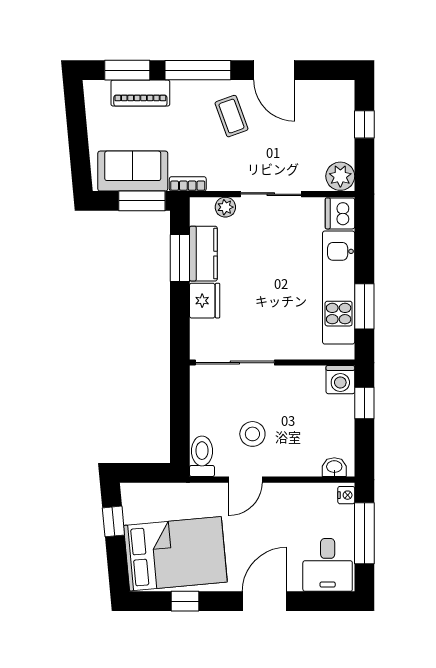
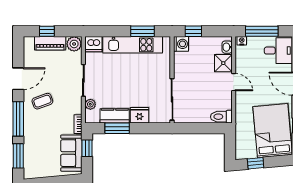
piano: (140, 93) -> (50, 43), moved, turned 90
window: (142, 201) -> (87, 148), width x0.67
stool: (252, 434) -> (210, 90), removed
shower: (304, 460) -> (223, 63), added
door: (245, 480) -> (234, 82), moved

